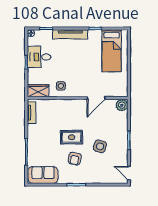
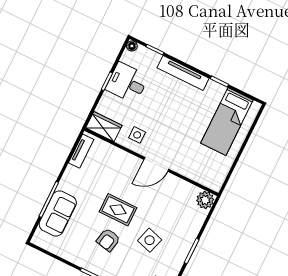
door: (96, 98) -> (156, 164), moved
sofa: (43, 175) -> (58, 213), moved, turned 90

